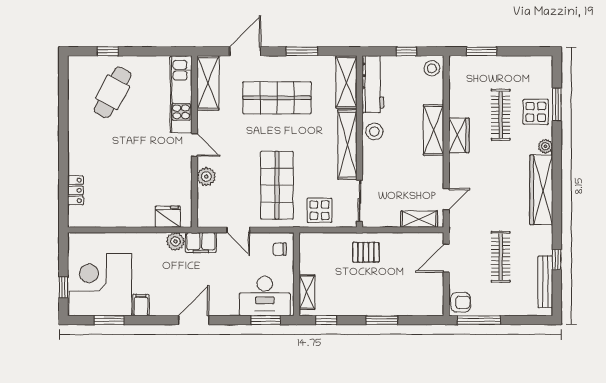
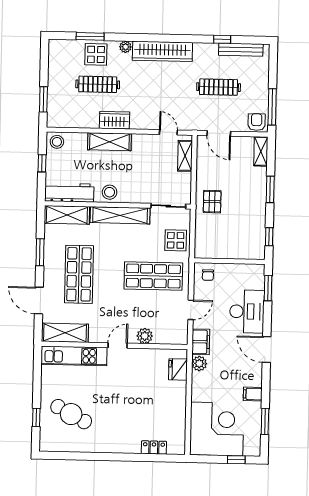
corner desk: (100, 285) -> (217, 429), moved, turned 180
shelving: (307, 292) -> (261, 151), moved, turned 90
desk: (265, 296) -> (247, 311), moved

